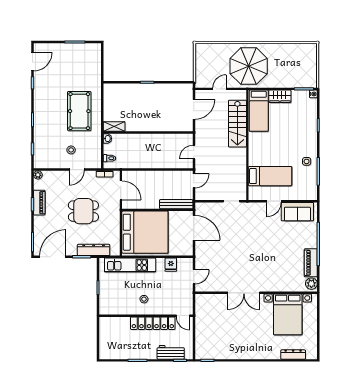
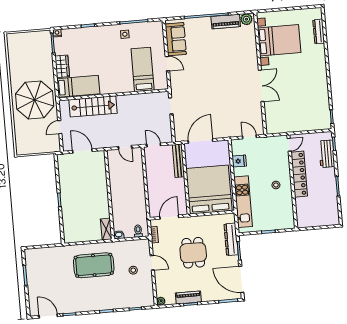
door: (220, 89) -> (60, 127), hinge flipped

